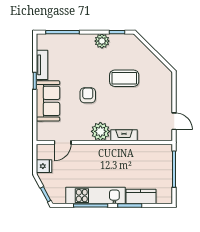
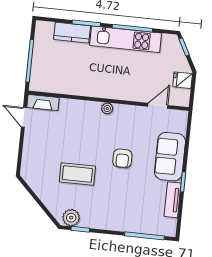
plant: (102, 41) -> (71, 218), moved
plant: (100, 131) -> (107, 108), width x0.53, depth x0.53
fireplace: (124, 135) -> (43, 103), moved

